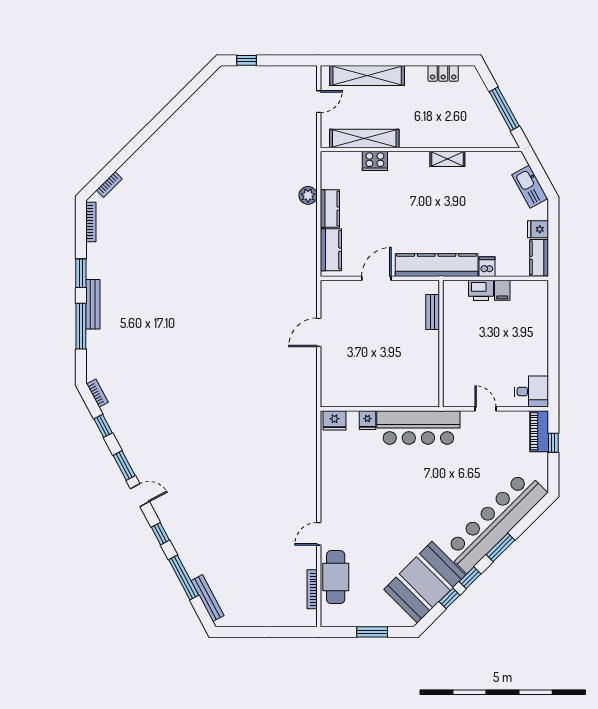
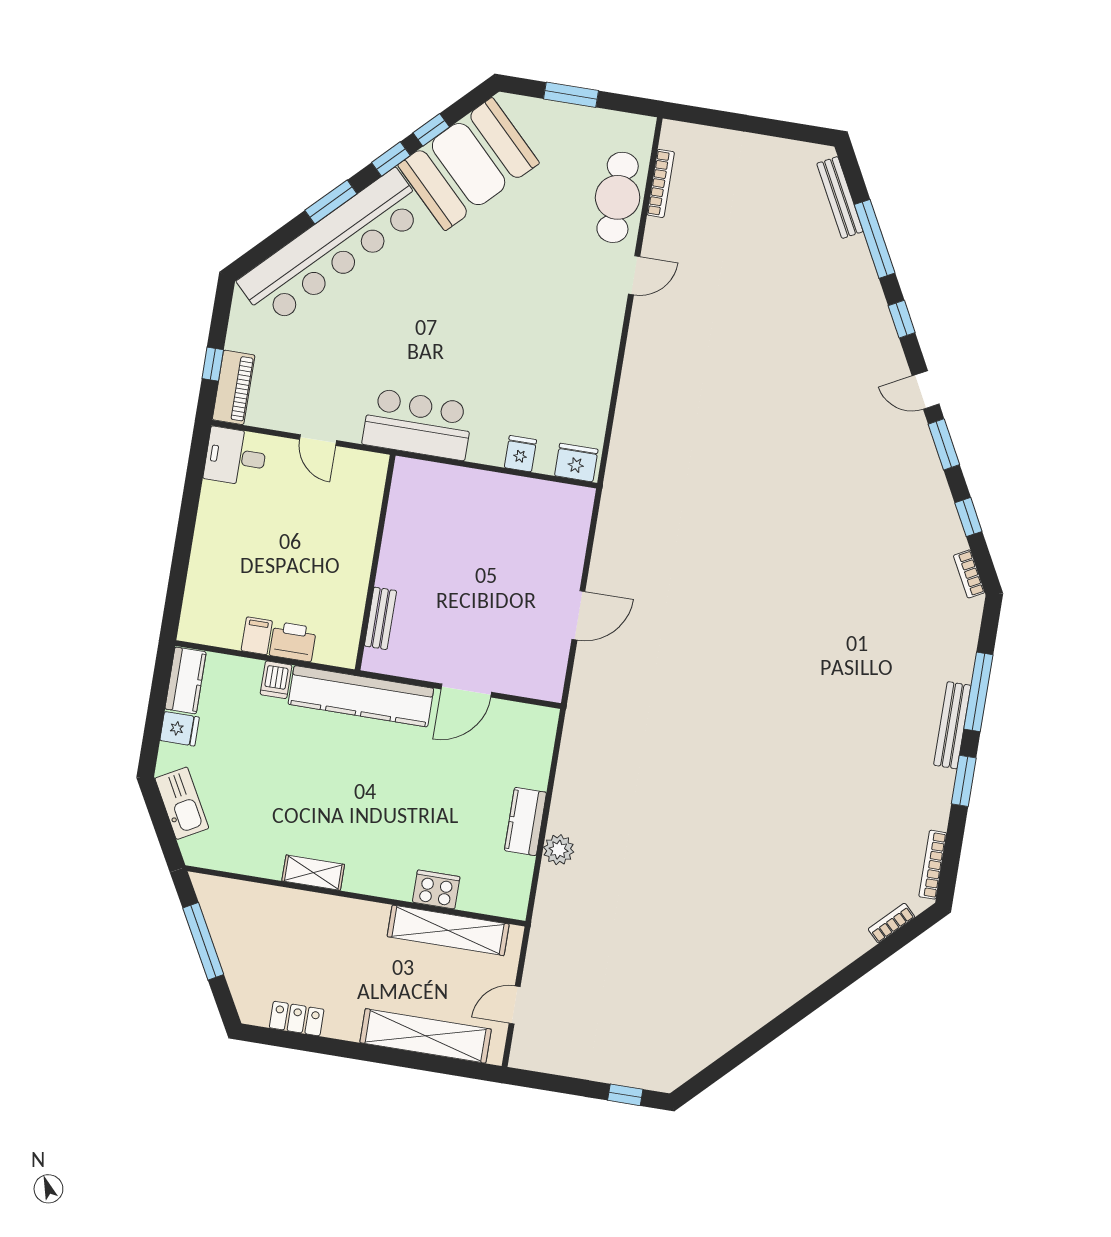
kitchen counter: (331, 250) -> (535, 751), removed
bar counter: (418, 427) -> (418, 424), width x0.73

